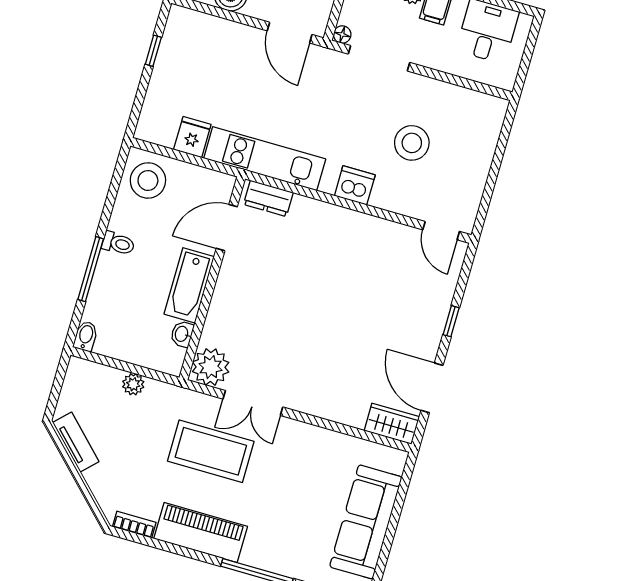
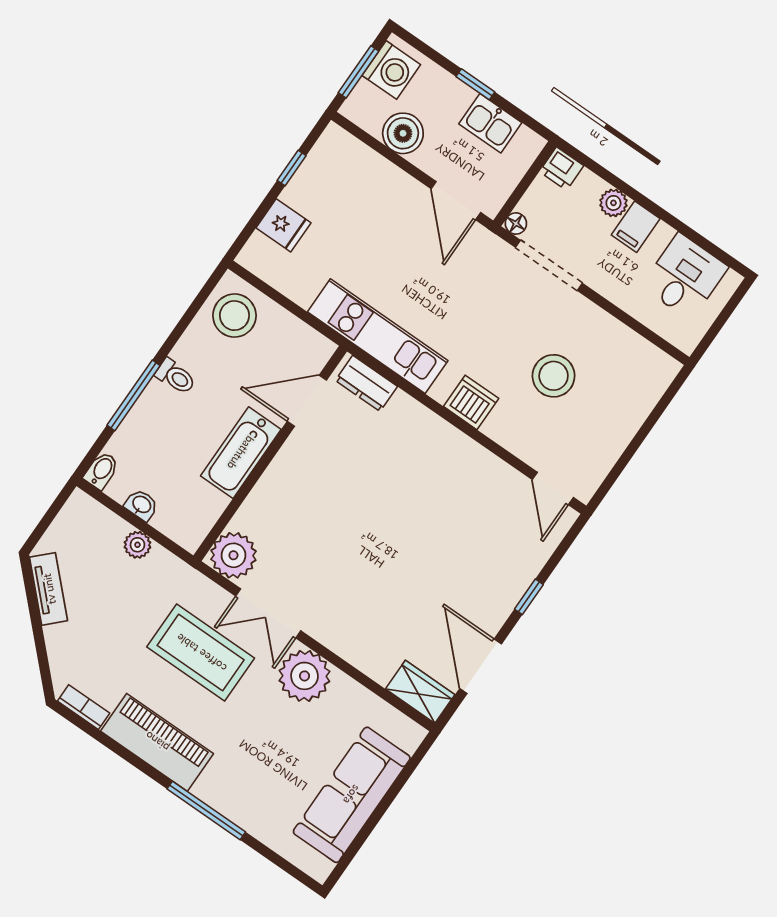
fridge: (192, 137) -> (283, 225), moved, turned 90
washbasin: (182, 334) -> (141, 505), moved, turned 90
plant: (298, 442) -> (304, 676), added

